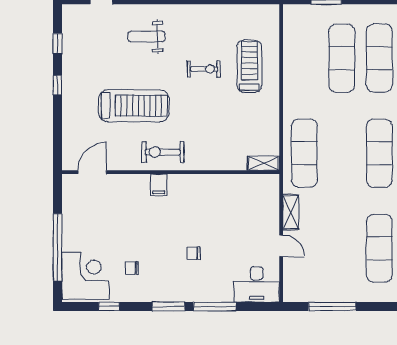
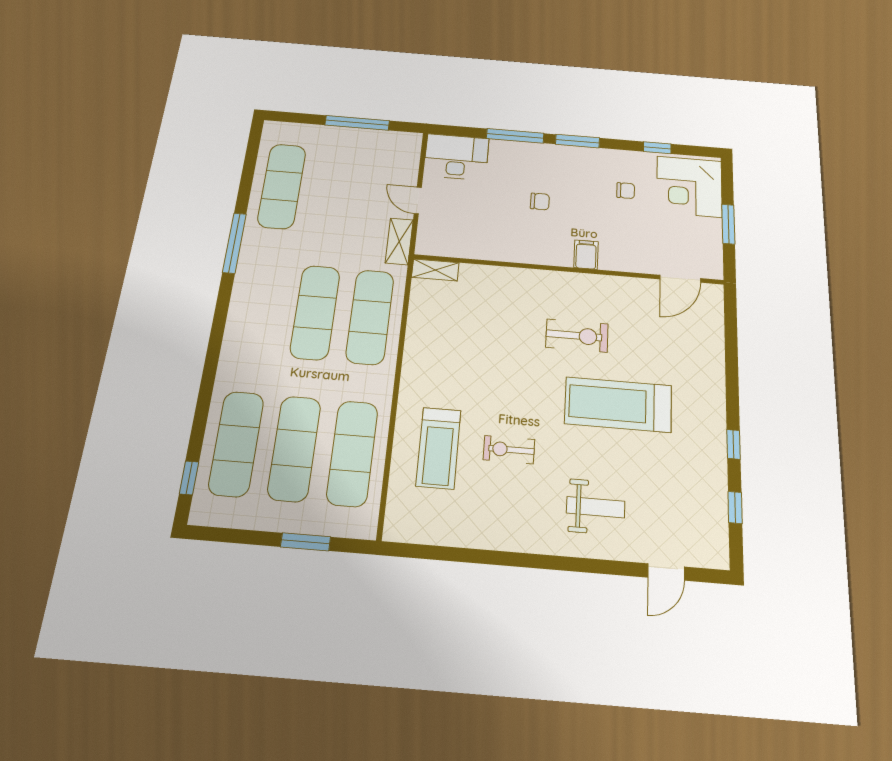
exercise mat: (304, 58) -> (352, 453), added
exercise mat: (379, 153) -> (315, 312), moved
shelving: (263, 163) -> (435, 270), moved
door: (92, 172) -> (680, 279), moved
wall: (171, 172) -> (569, 269), moved
filing cabinet: (159, 185) -> (586, 255), moved
window: (58, 247) -> (728, 224), width x0.47

